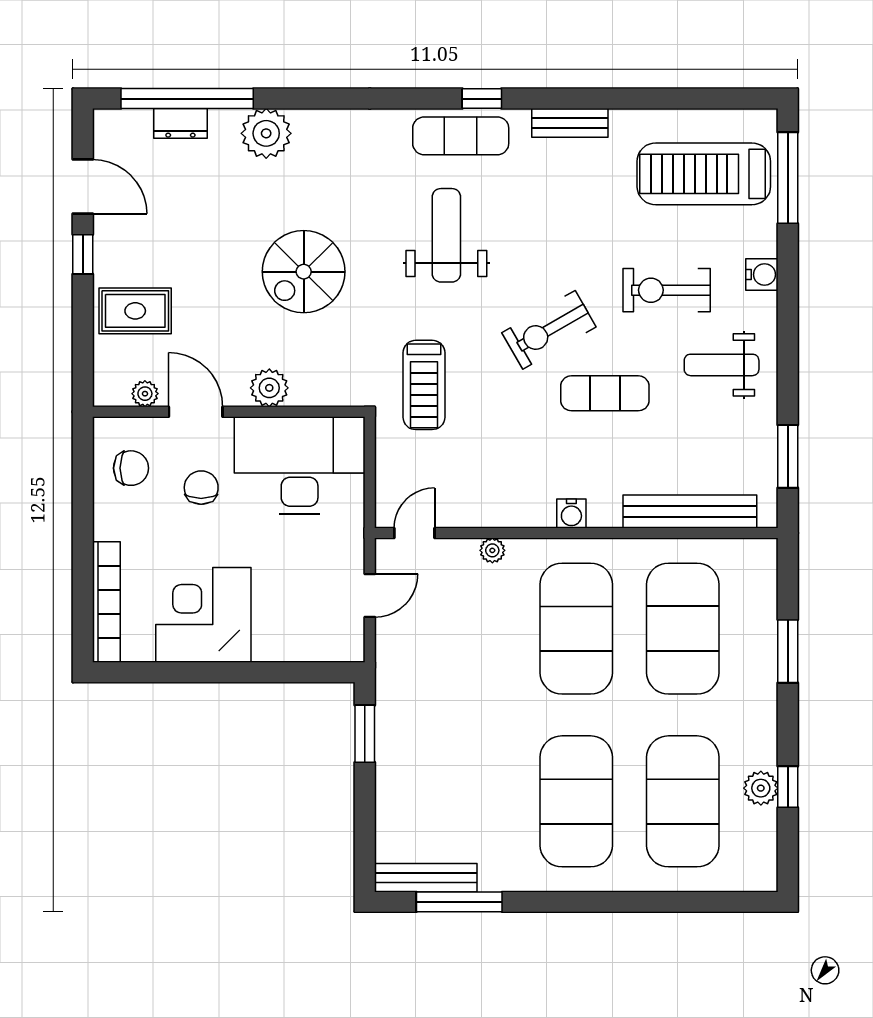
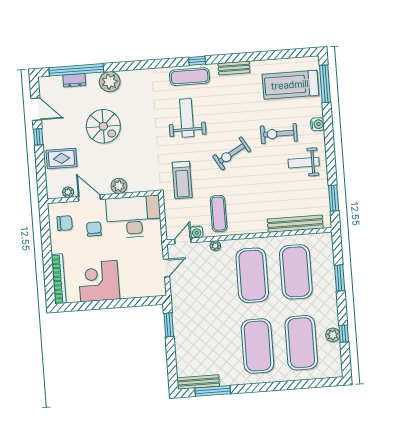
spiral stairs: (304, 272) -> (103, 126), moved, turned -90
exercise mat: (605, 393) -> (219, 214), moved, turned 90
water cooler: (571, 514) -> (197, 232), moved

